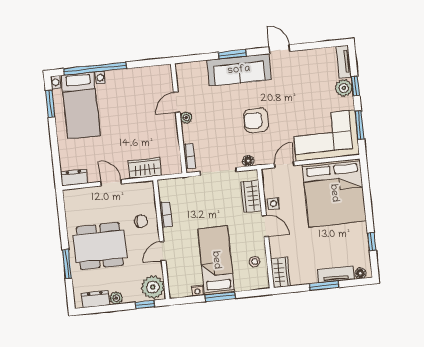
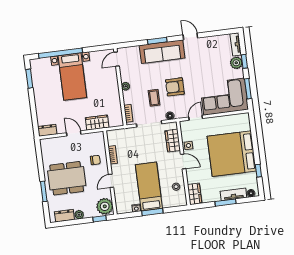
door: (177, 102) -> (117, 59), moved
bed with nightstands: (81, 105) -> (72, 77), moved
coffee table: (226, 135) -> (154, 98), added
bed: (334, 193) -> (232, 154), moved, turned 90

